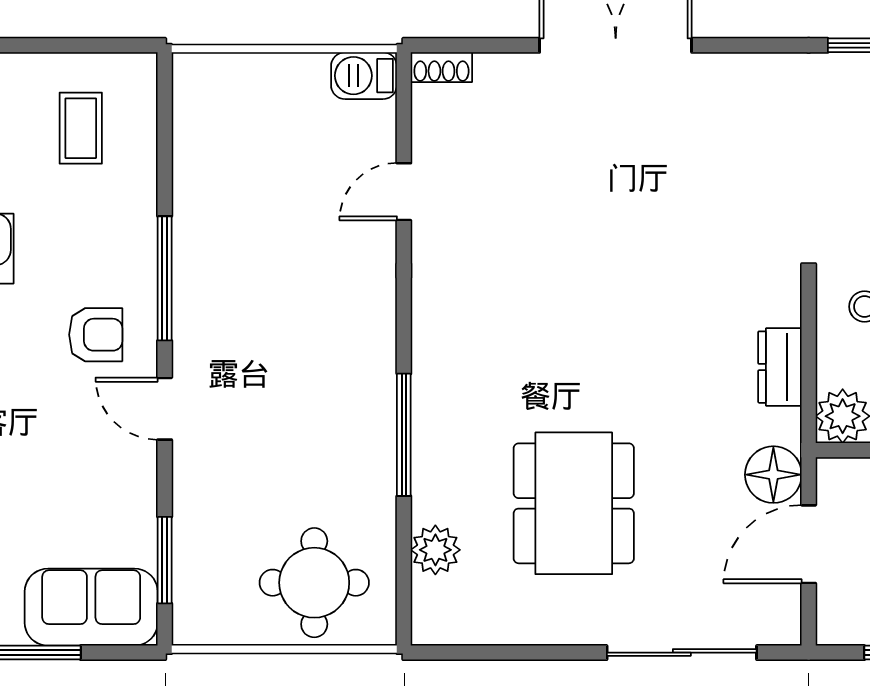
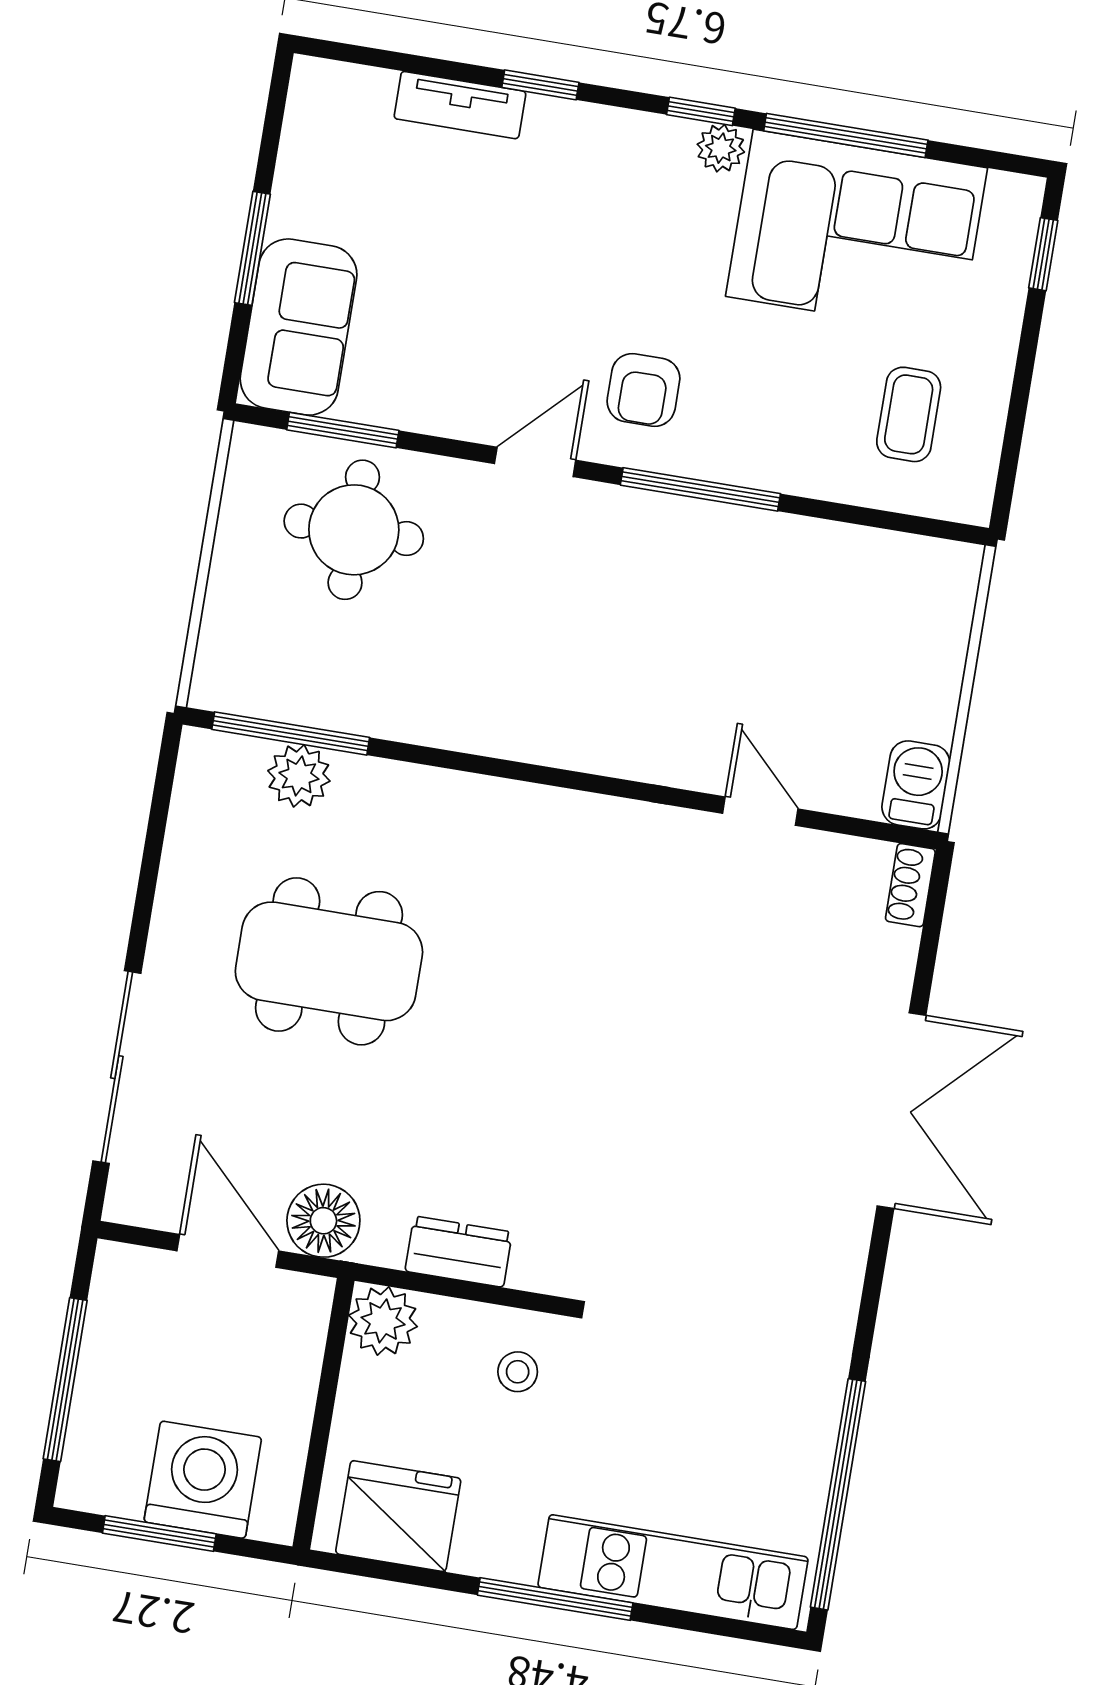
coffee table: (81, 128) -> (909, 414), turned 90
window: (404, 435) -> (291, 733), moved
round table: (314, 583) -> (354, 530), moved

